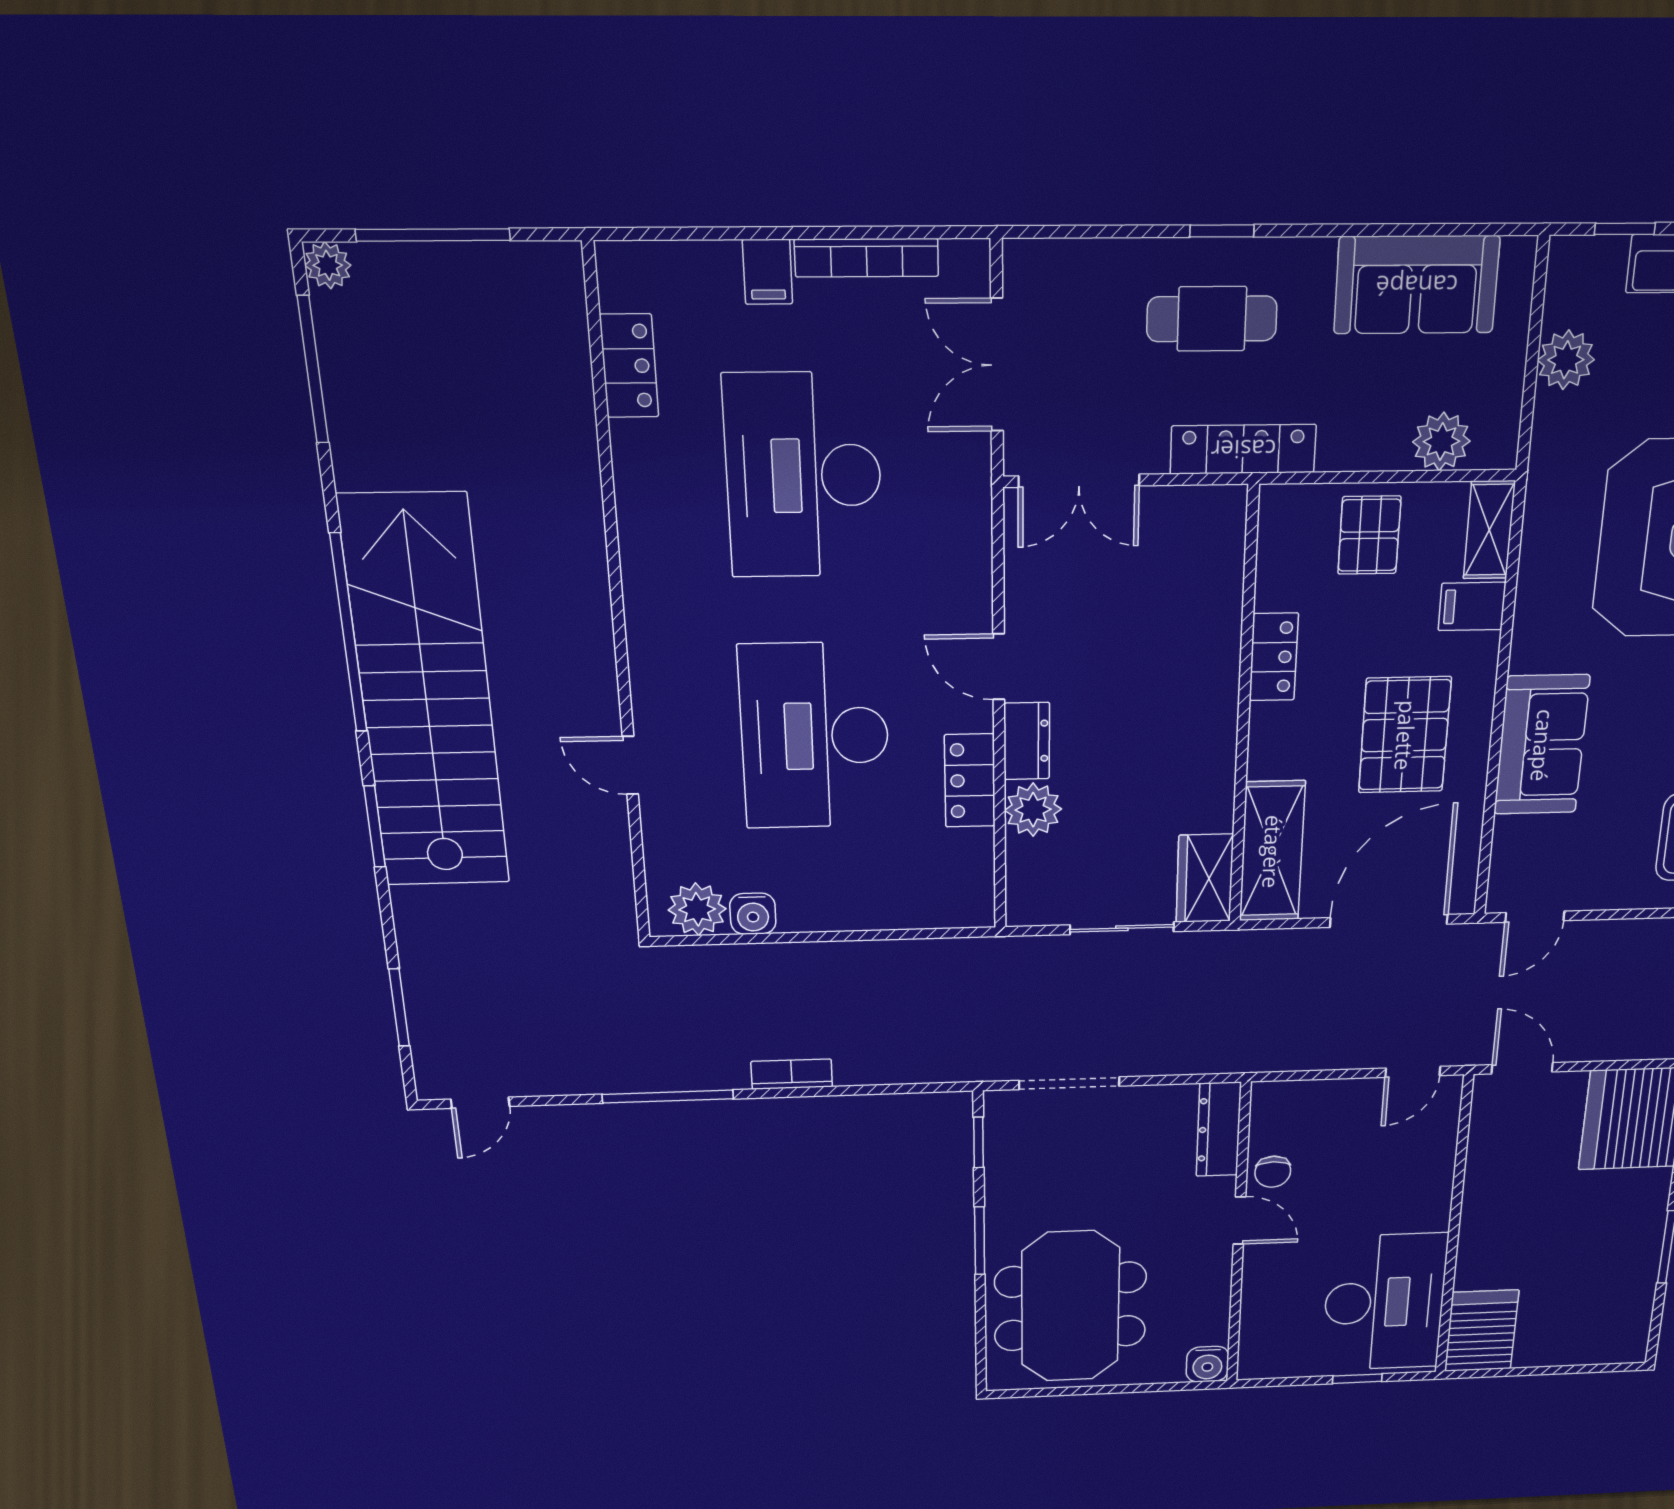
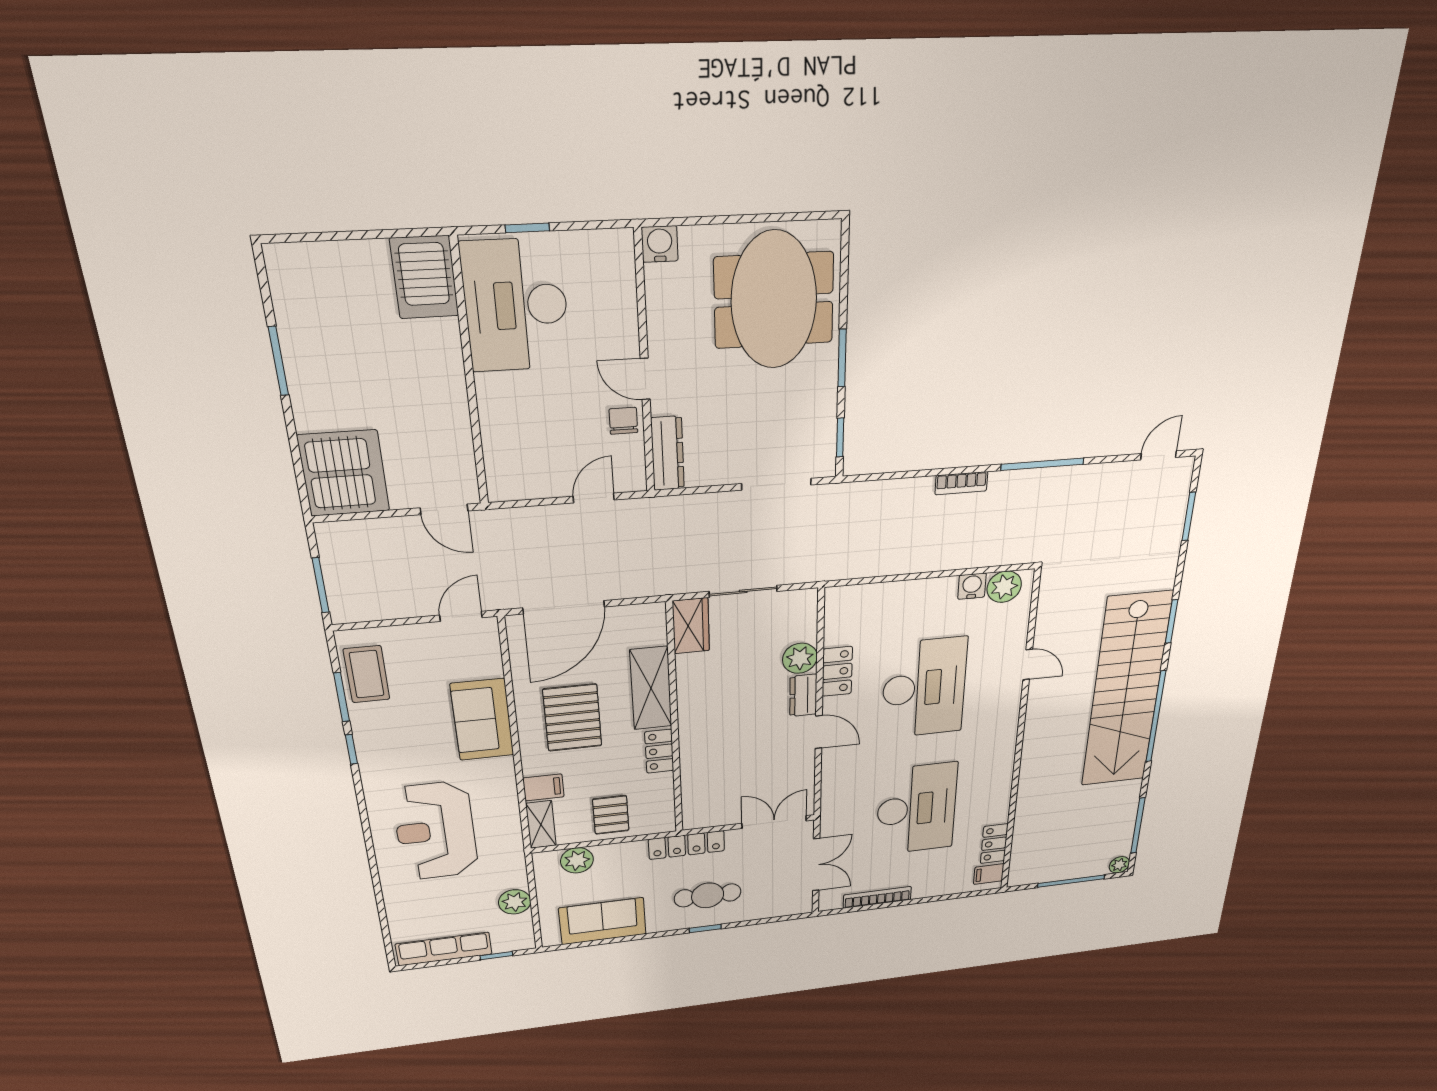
filing cabinet: (768, 272) -> (989, 874), moved, turned -90
shelving: (1272, 851) -> (651, 688), moved
door: (1413, 1072) -> (594, 498), moved

